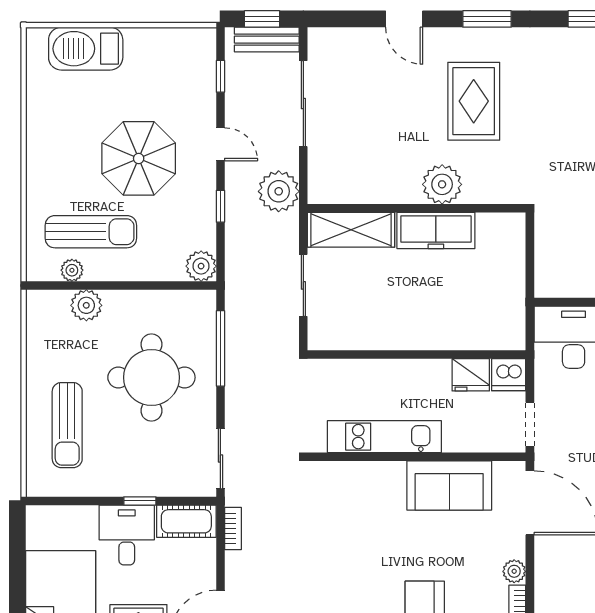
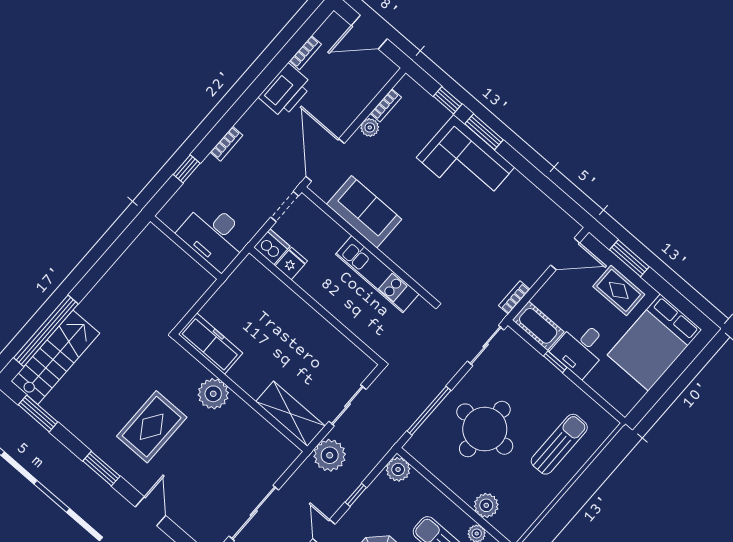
plant: (279, 191) -> (330, 455), moved
freezer: (436, 230) -> (211, 343), moved
fridge: (471, 375) -> (291, 264), width x0.72

